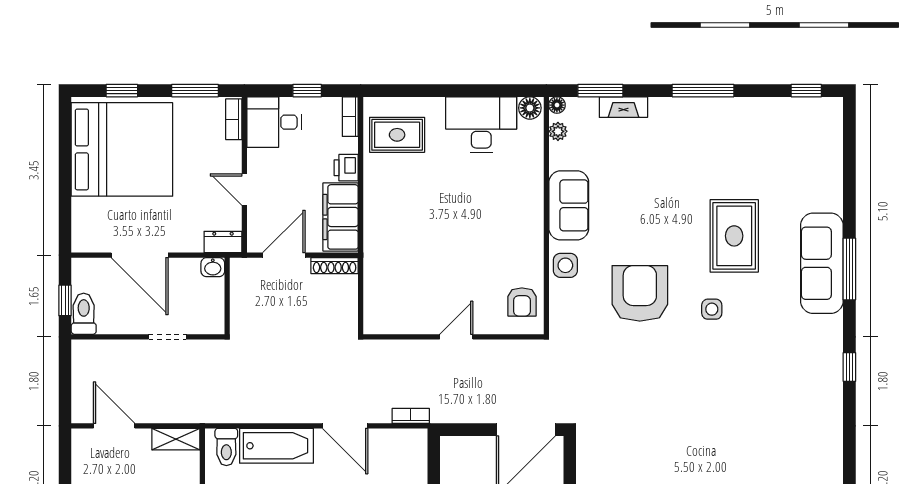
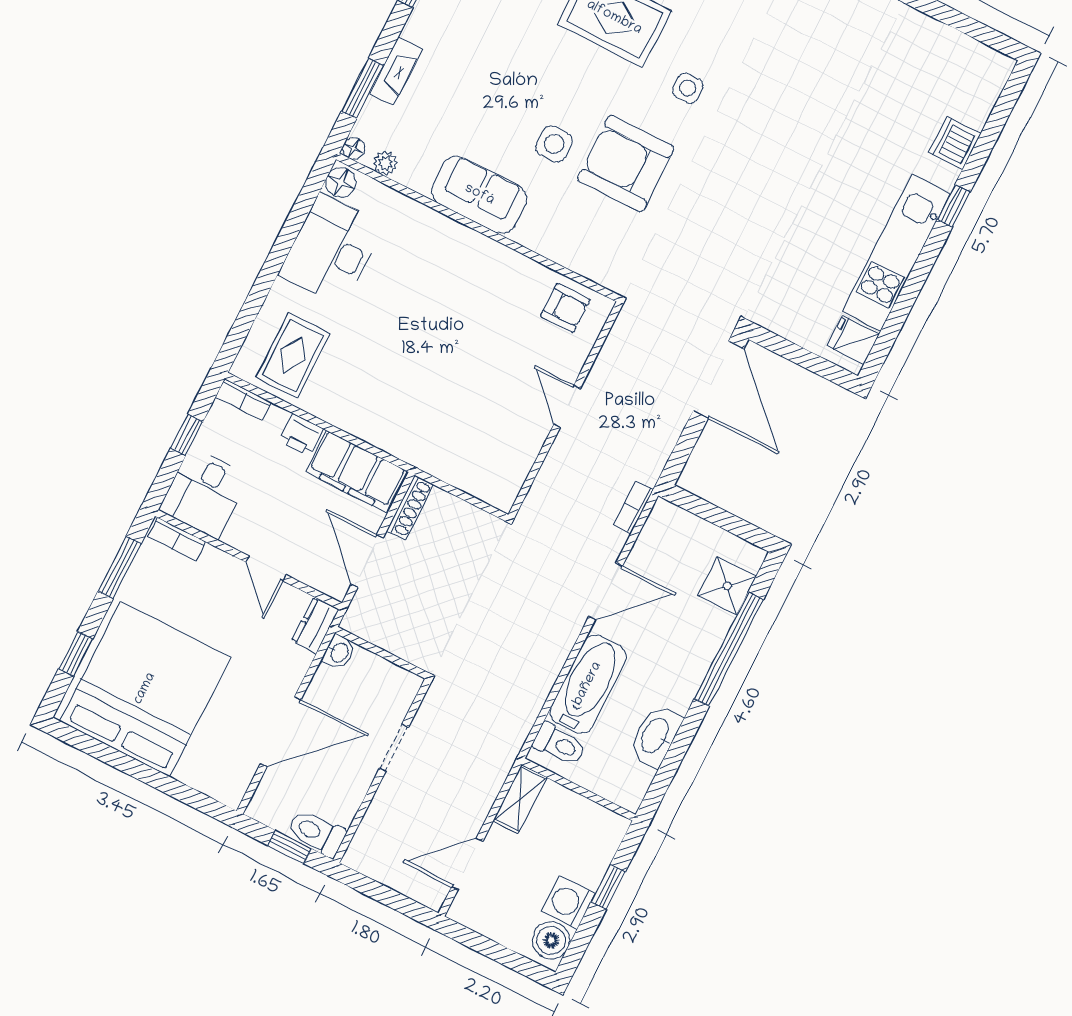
door: (244, 190) -> (266, 569), hinge flipped
side table: (565, 265) -> (554, 144), moved

